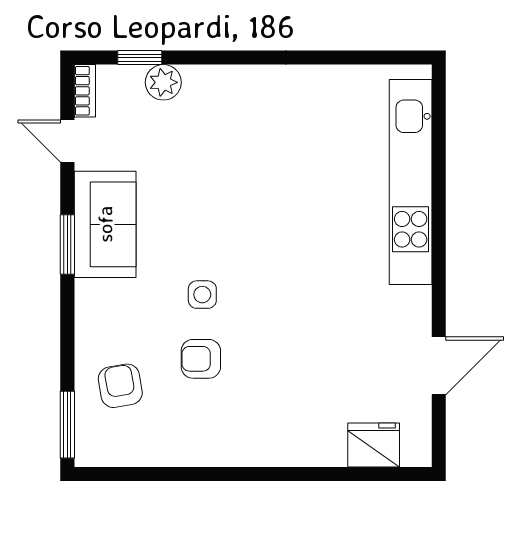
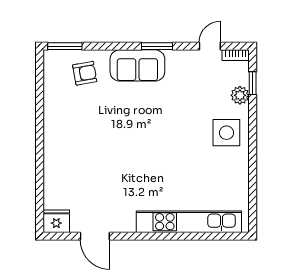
sofa: (105, 224) -> (137, 65), moved
side table: (202, 295) -> (226, 133), moved, width x1.87, depth x1.87
armchair: (201, 359) -> (99, 114), removed
fridge: (374, 445) -> (56, 221), moved, turned -90

